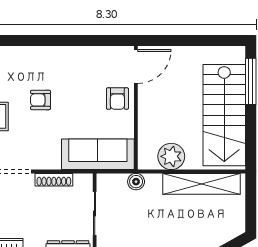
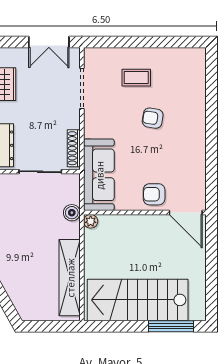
armchair: (41, 100) -> (153, 118), turned -81
plant: (171, 156) -> (91, 221), moved, width x0.53, depth x0.53
shoe rack: (54, 180) -> (74, 148), moved

